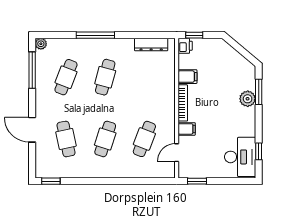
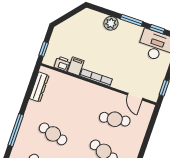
printer: (185, 46) -> (62, 64), moved
window: (259, 92) -> (132, 20), moved
filing cabinet: (187, 129) -> (118, 82), removed
cafe table: (144, 139) -> (115, 119), turned -30

